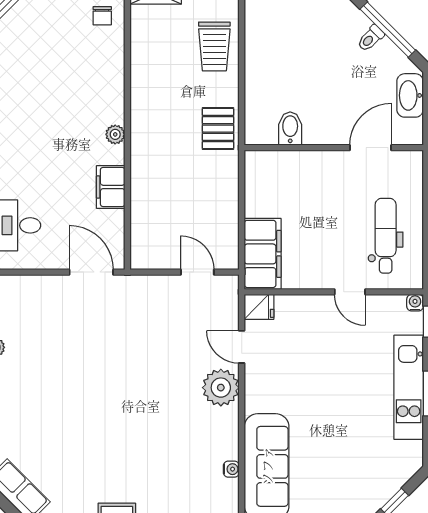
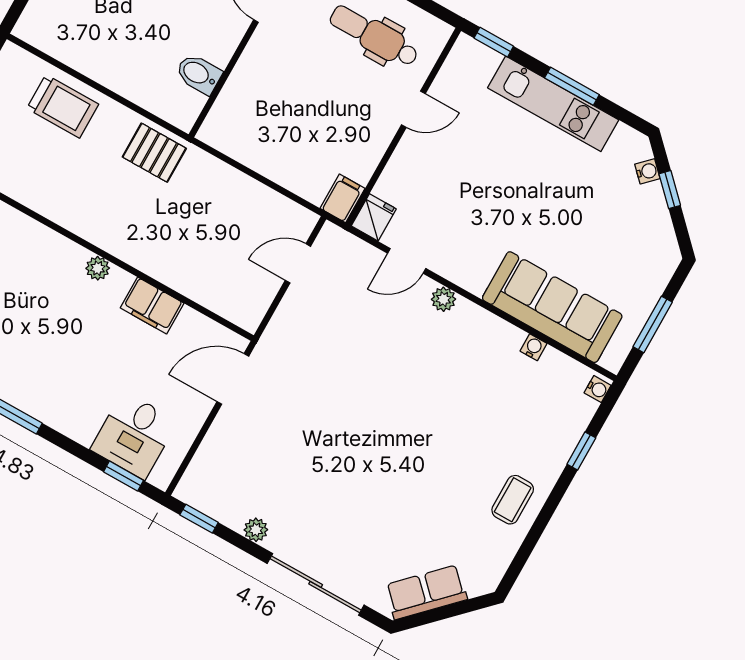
filing cabinet: (263, 254) -> (343, 198), width x0.33, depth x0.86
water cooler: (415, 303) -> (647, 171), moved, turned 135
plant: (221, 388) -> (443, 299), width x0.53, depth x0.53

